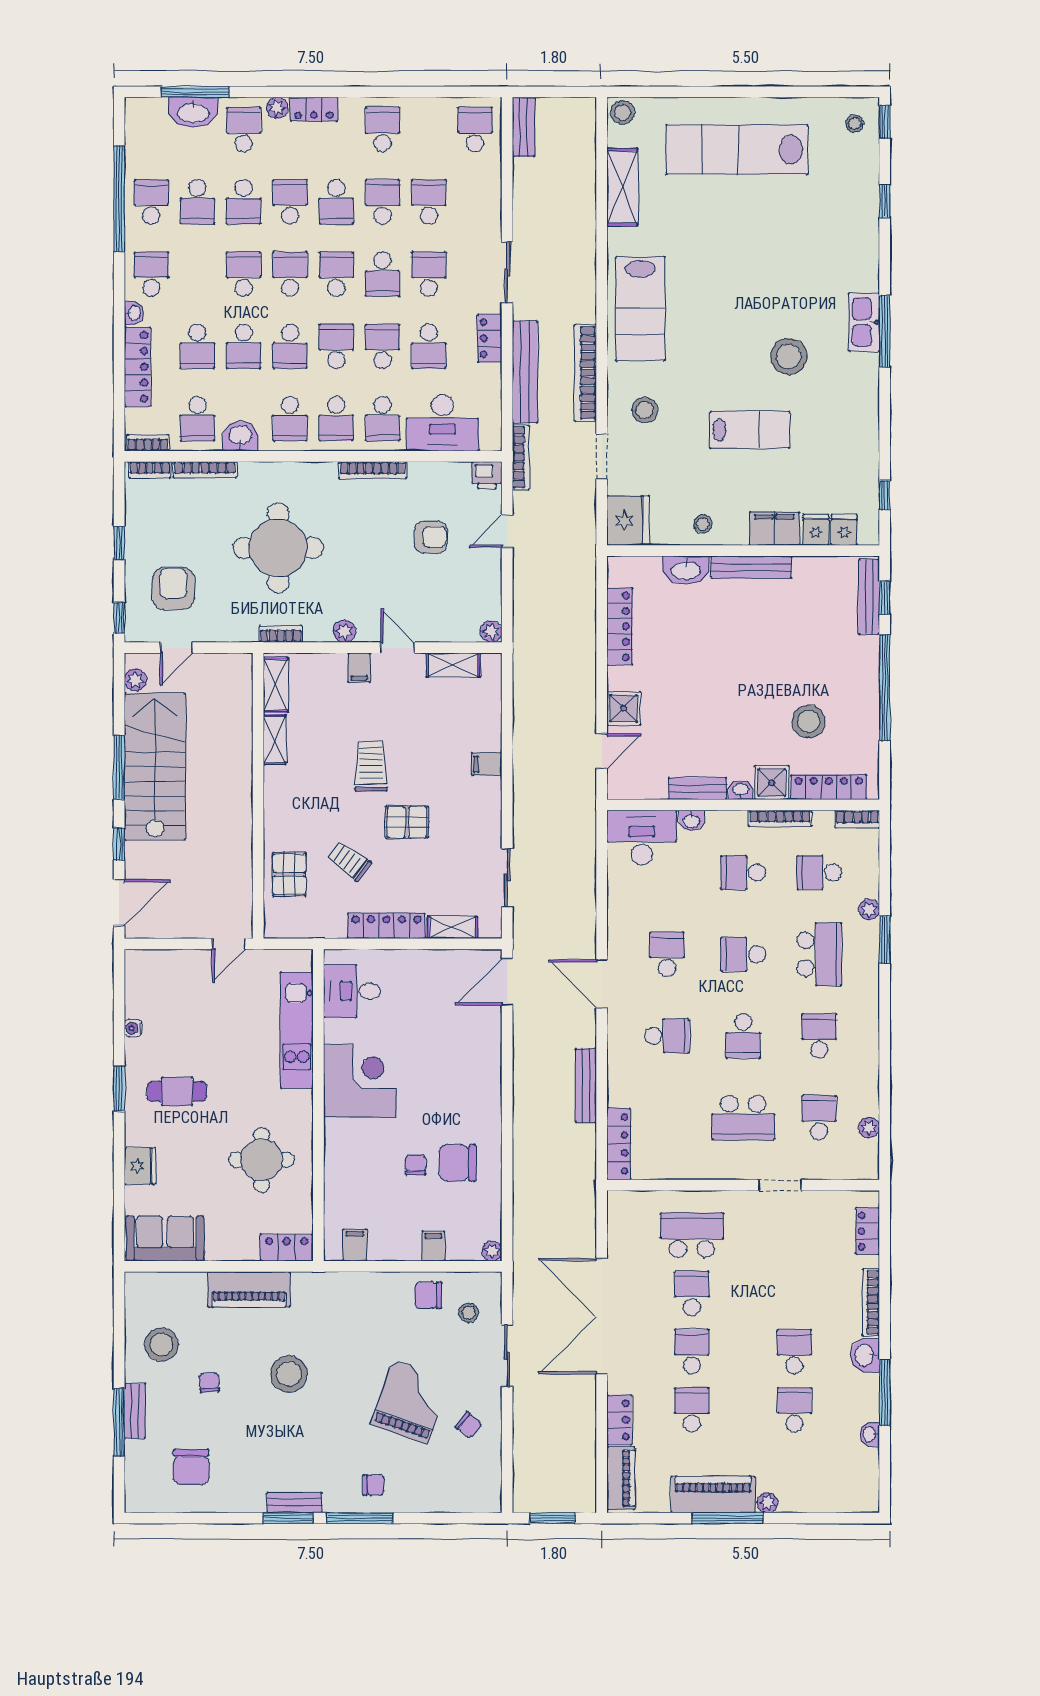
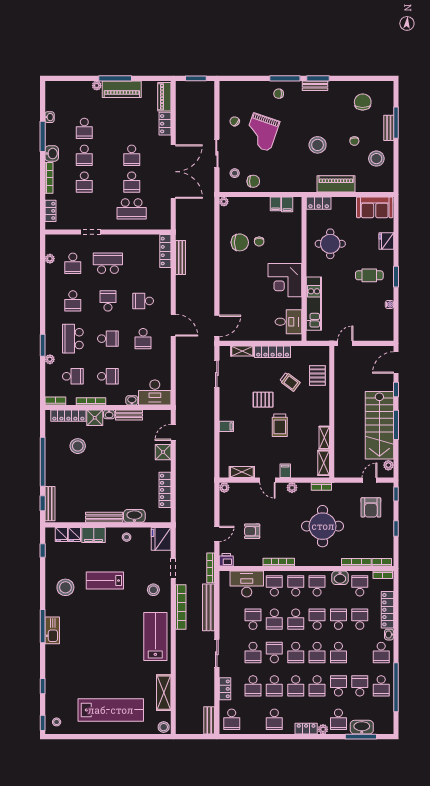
school desk: (336, 202) -> (296, 686), turned 180
locker: (490, 338) -> (225, 689), moved
stool: (789, 356) -> (65, 587), moved
bench: (586, 1086) -> (181, 258), moved
filing cabinet: (433, 1246) -> (275, 204), moved
school desk: (692, 1410) -> (84, 182), moved

